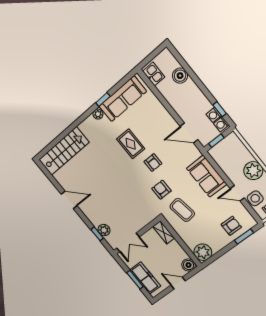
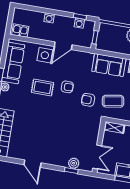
boiler: (180, 76) -> (38, 17), removed
side table: (157, 117) -> (45, 55), added
washing machine: (221, 124) -> (49, 18), moved
door: (189, 133) -> (63, 46), moved
door: (69, 200) -> (32, 164), swing flipped

